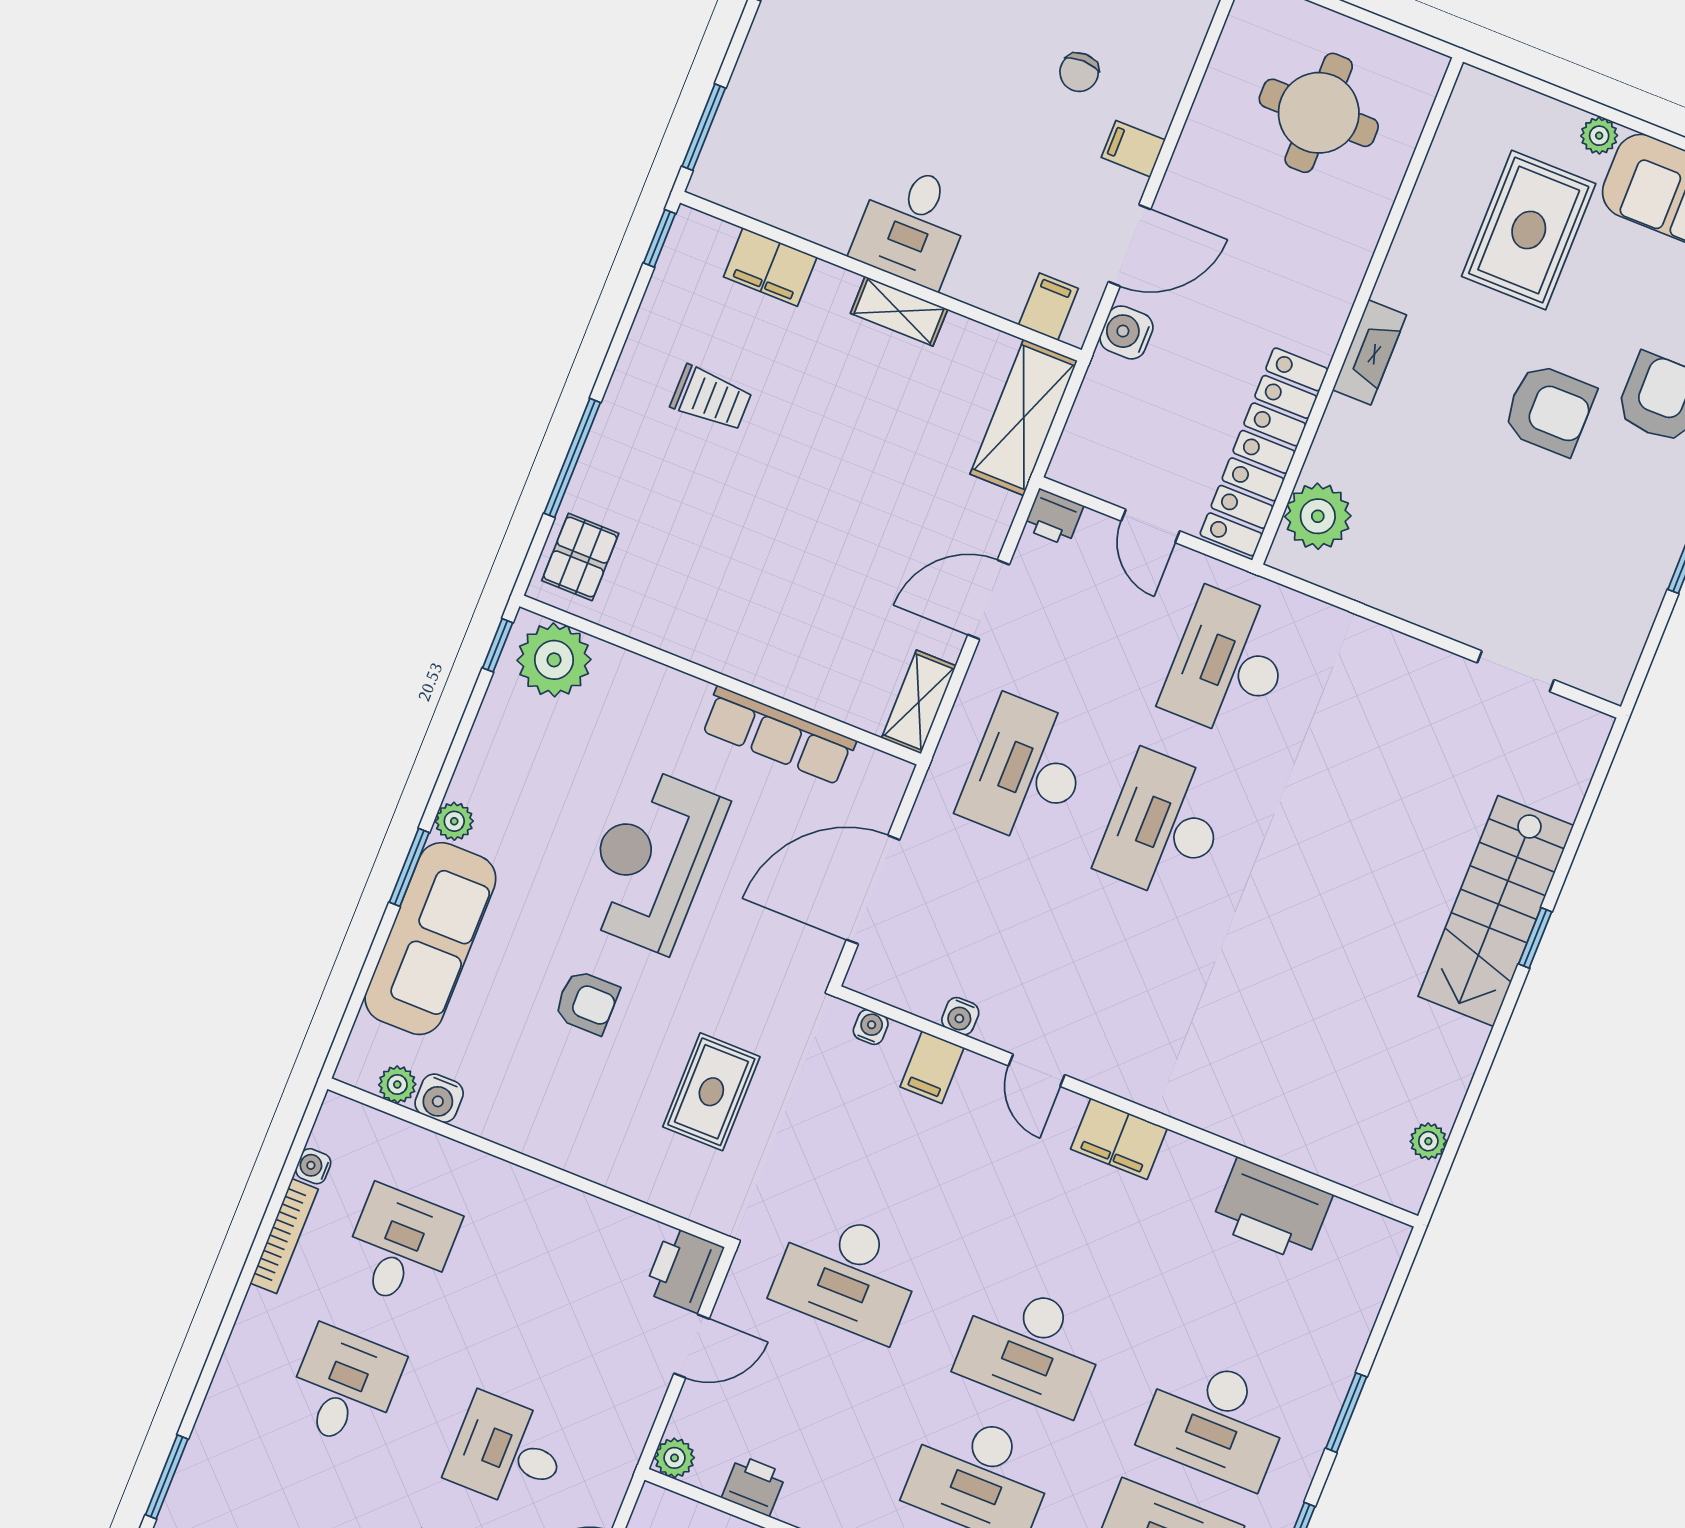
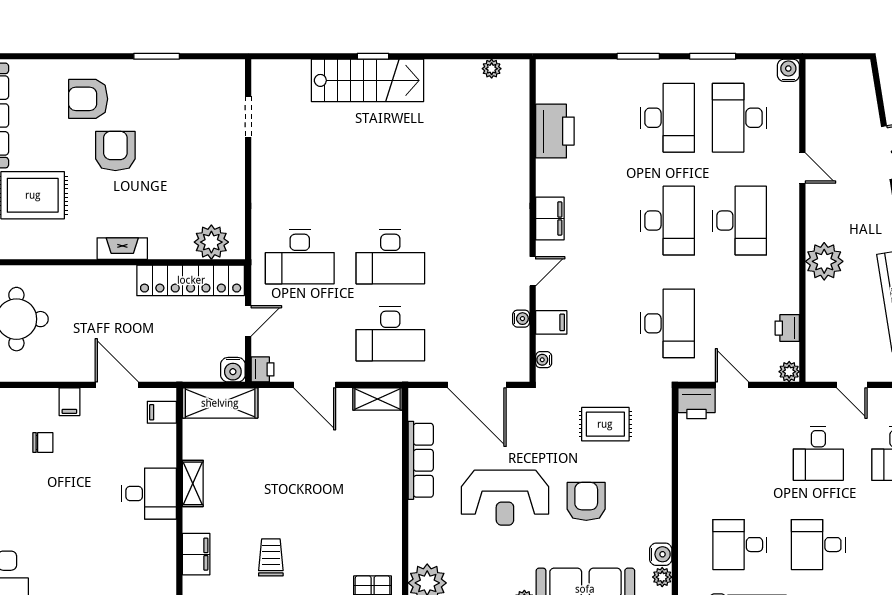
water cooler: (1126, 332) -> (233, 370), moved
armchair: (587, 1002) -> (586, 501), width x1.38, depth x1.38

